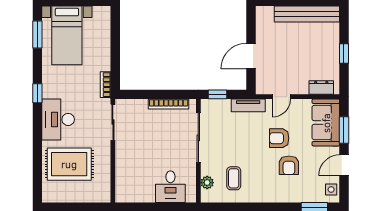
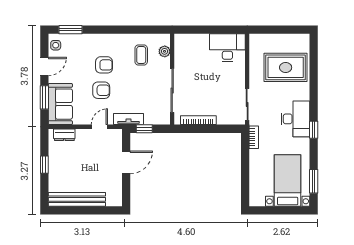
window: (218, 94) -> (144, 129), moved
desk: (58, 119) -> (295, 119), moved
armchair: (289, 165) -> (104, 65), moved, turned 90
desk: (170, 187) -> (227, 48), moved, width x1.37

